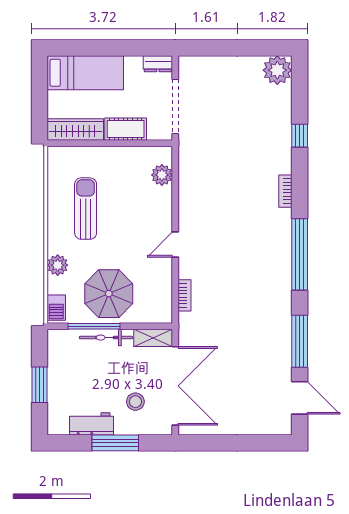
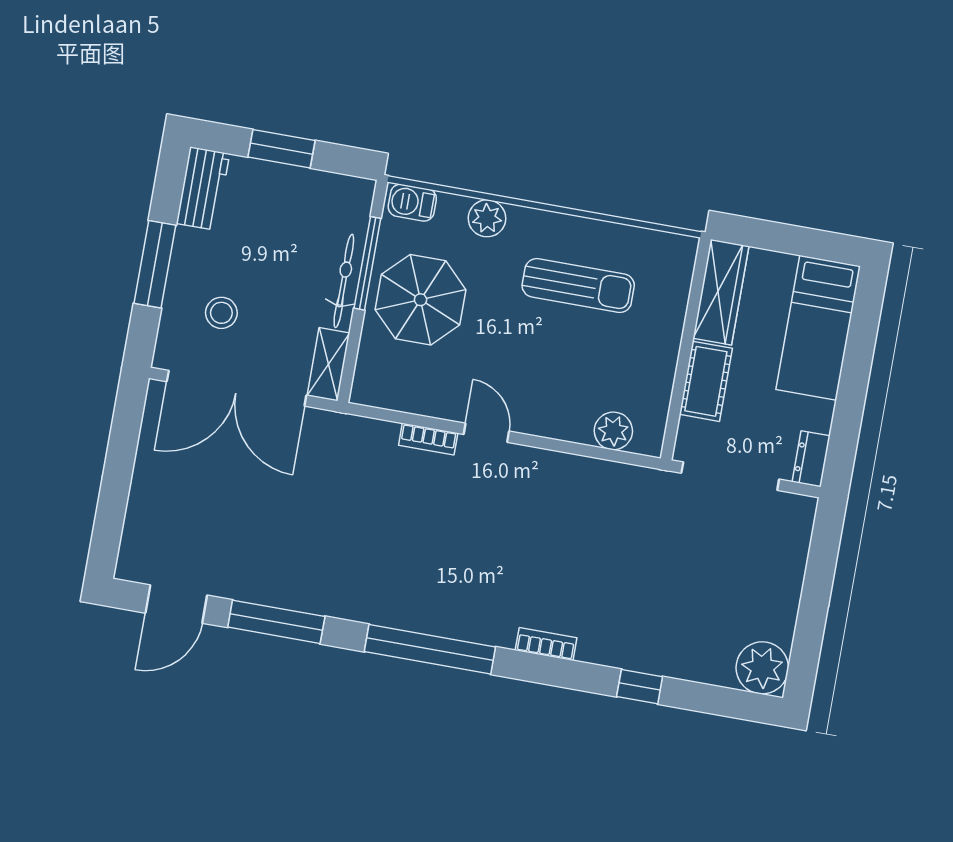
bookcase: (184, 295) -> (428, 439), moved
workbench: (91, 424) -> (203, 189), moved

